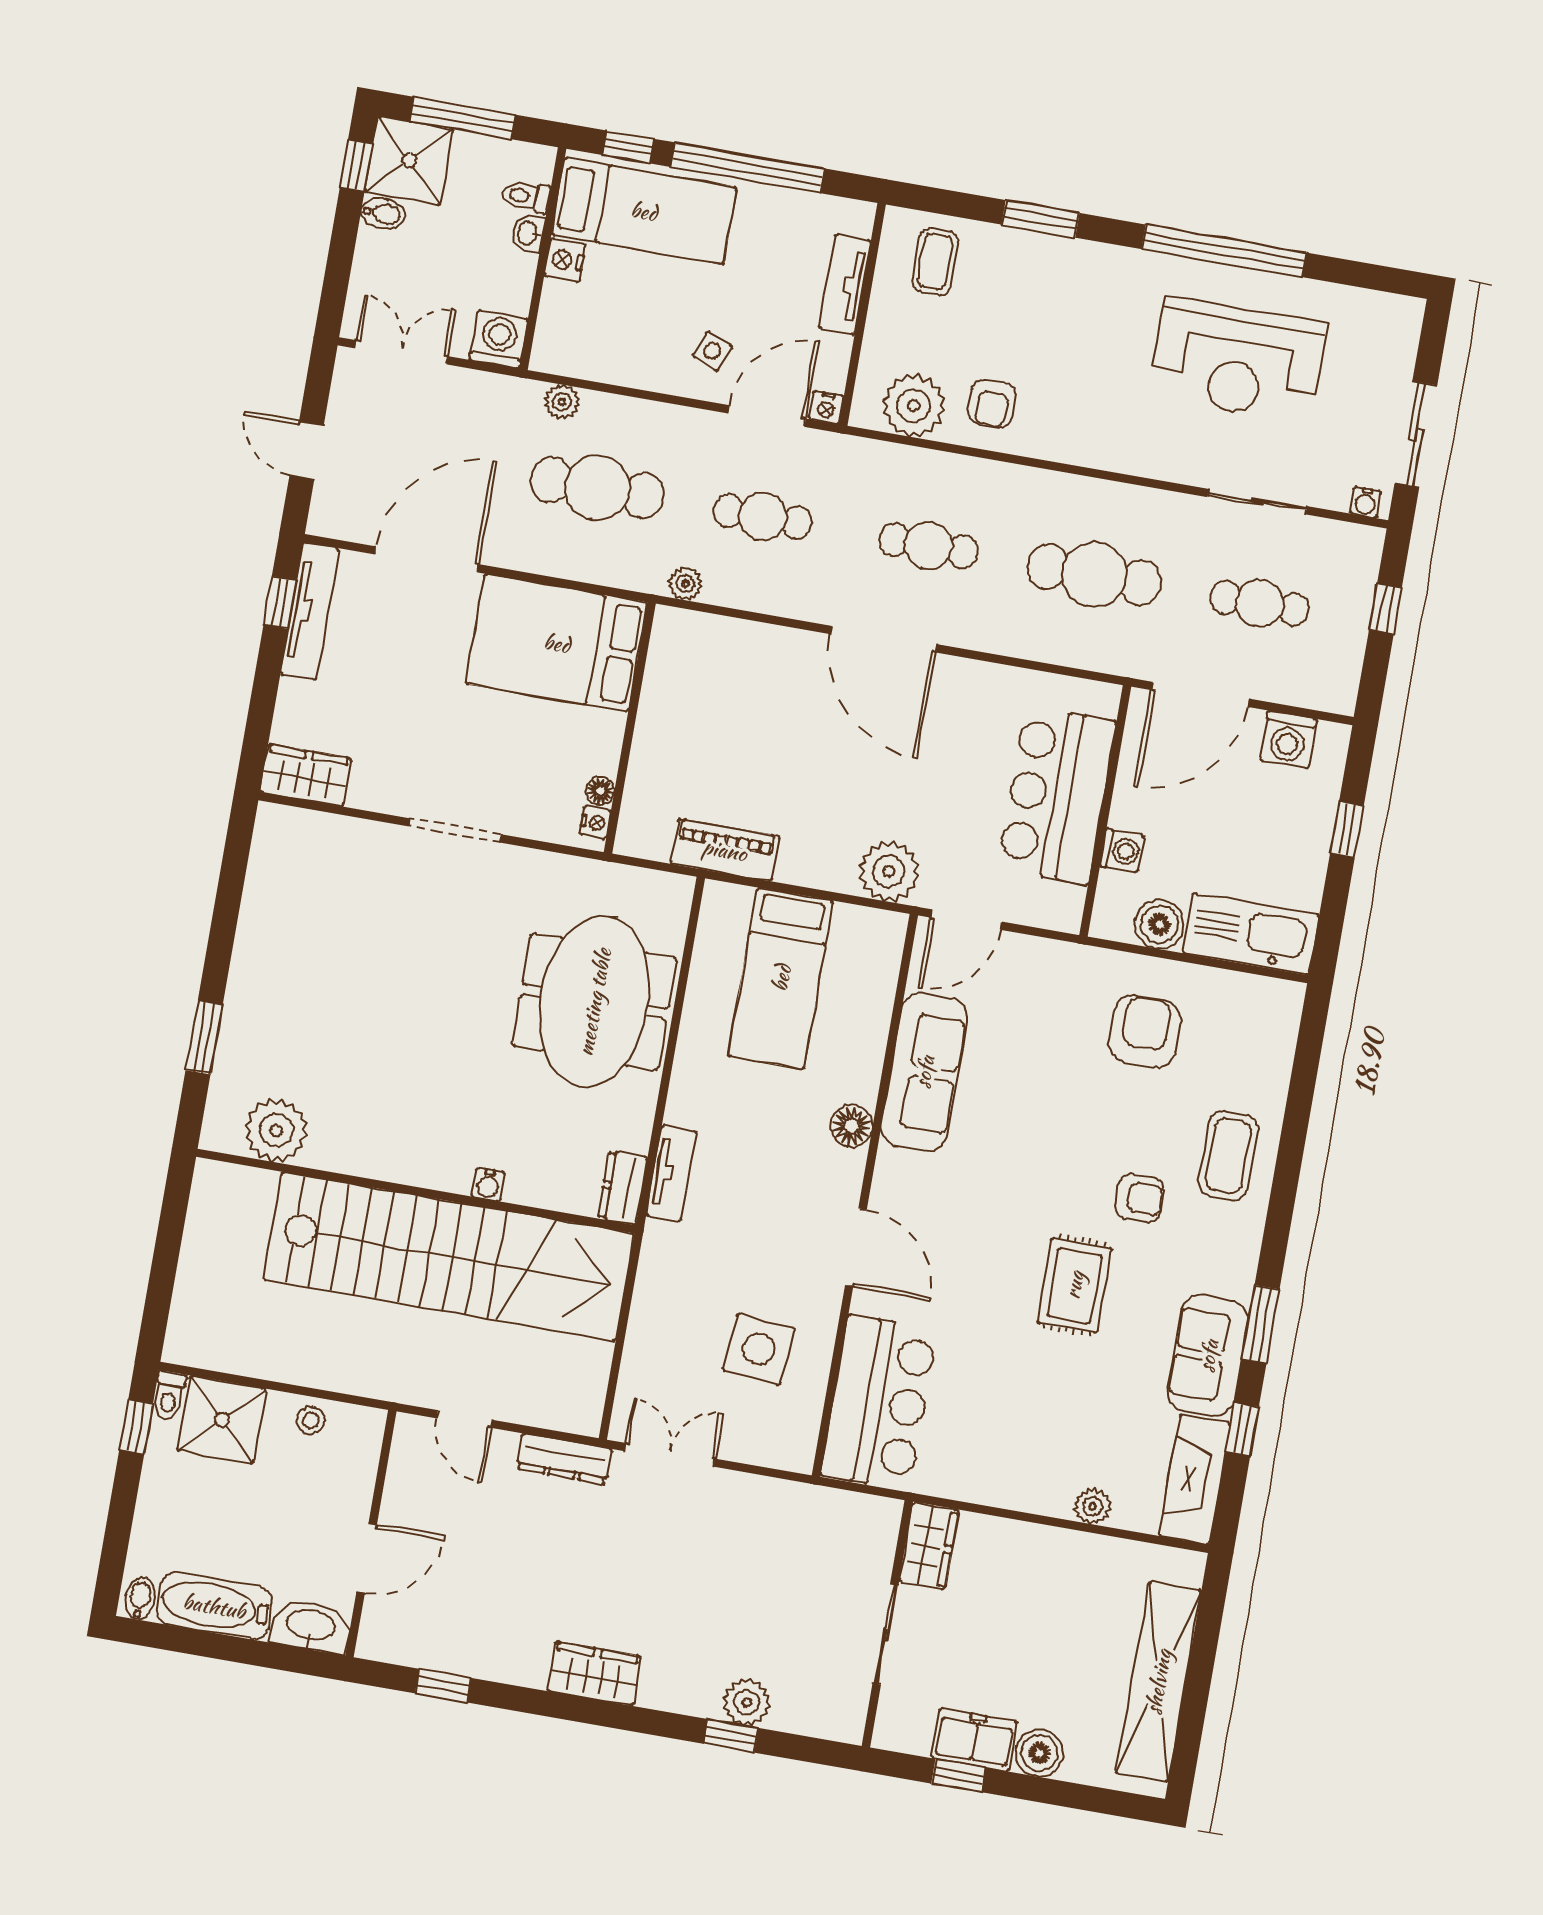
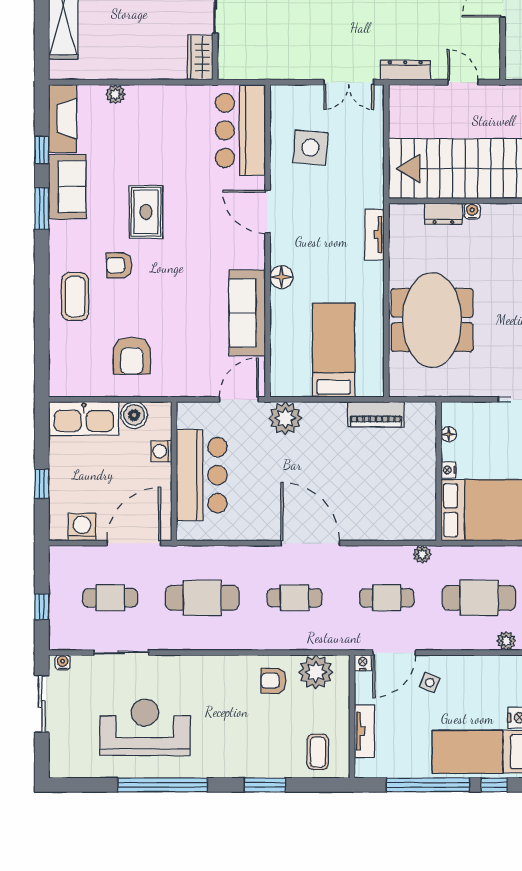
armchair: (992, 403) -> (274, 681), turned -90
nightstand: (595, 822) -> (449, 470), moved
dresser: (623, 1188) -> (443, 214), moved, turned 90

